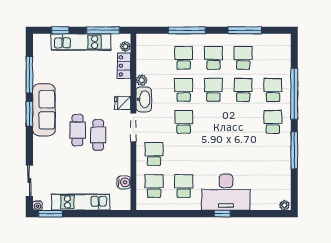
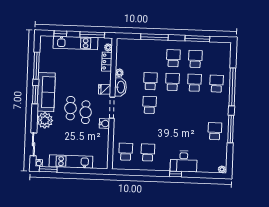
school desk: (184, 58) -> (151, 57), removed
school desk: (273, 122) -> (215, 131), moved
plant: (44, 148) -> (45, 120), added
school desk: (154, 154) -> (127, 128), removed
water cooler: (124, 182) -> (104, 124), moved
desk: (226, 192) -> (184, 161), width x0.73, depth x0.77

